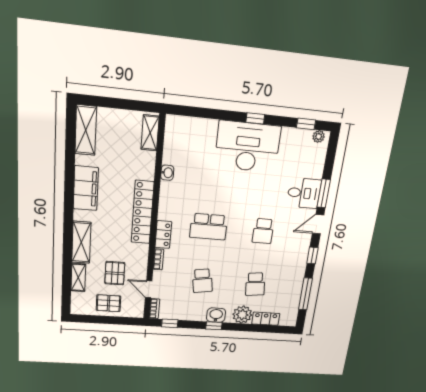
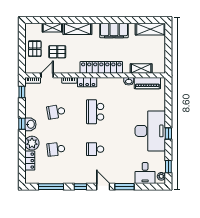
shelving: (150, 133) -> (141, 68), moved
piano: (173, 144) -> (147, 83), added
desk: (304, 193) -> (145, 173), moved

